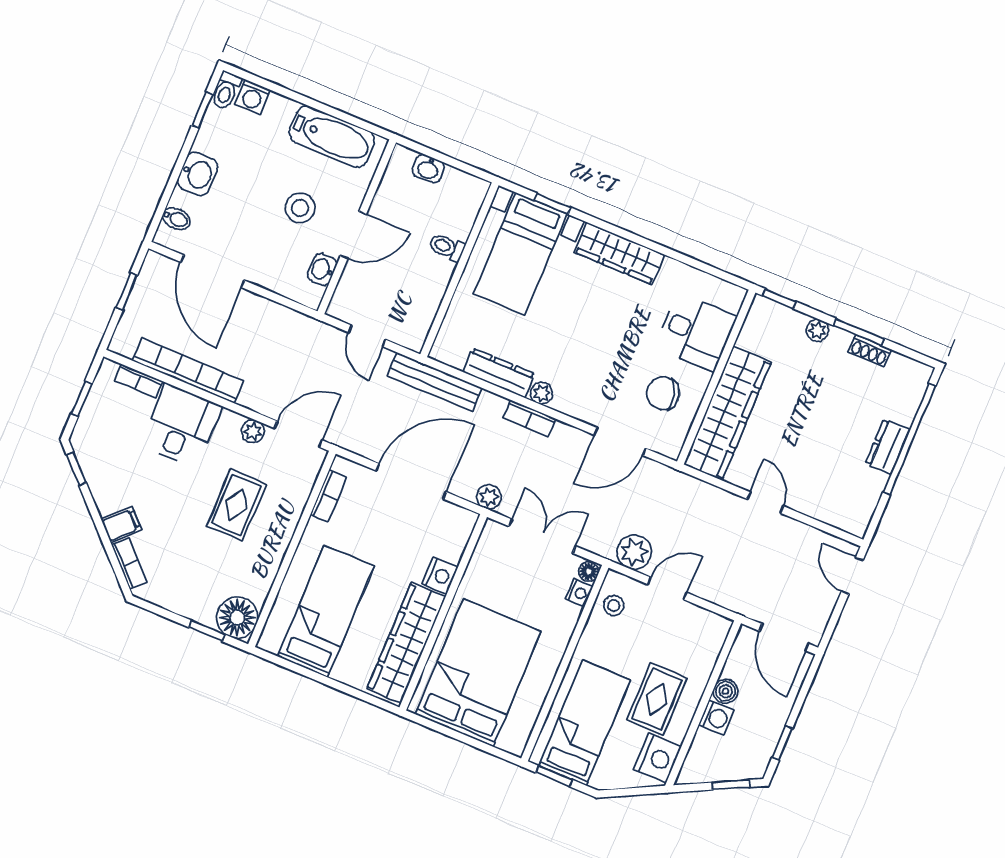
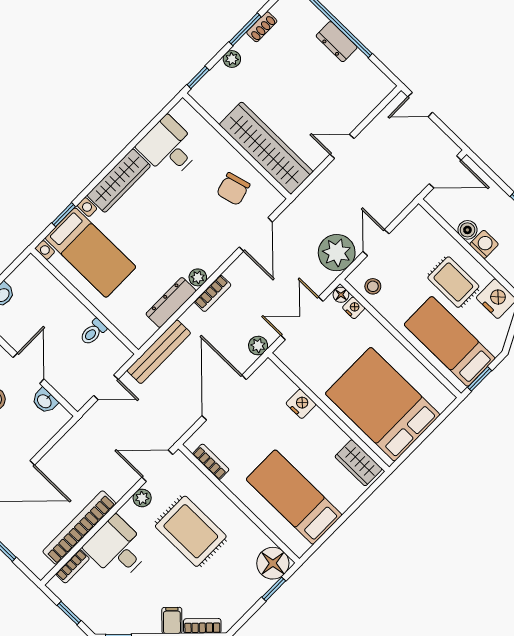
toilet: (447, 247) -> (93, 332), moved
desk: (696, 332) -> (169, 148), moved, turned -90
door: (298, 434) -> (157, 466), hinge flipped
rug: (236, 505) -> (191, 531), width x1.36, depth x1.43
plant: (634, 552) -> (337, 253), width x1.36, depth x1.36
wardrobe: (406, 643) -> (358, 463), width x0.48, depth x0.85

